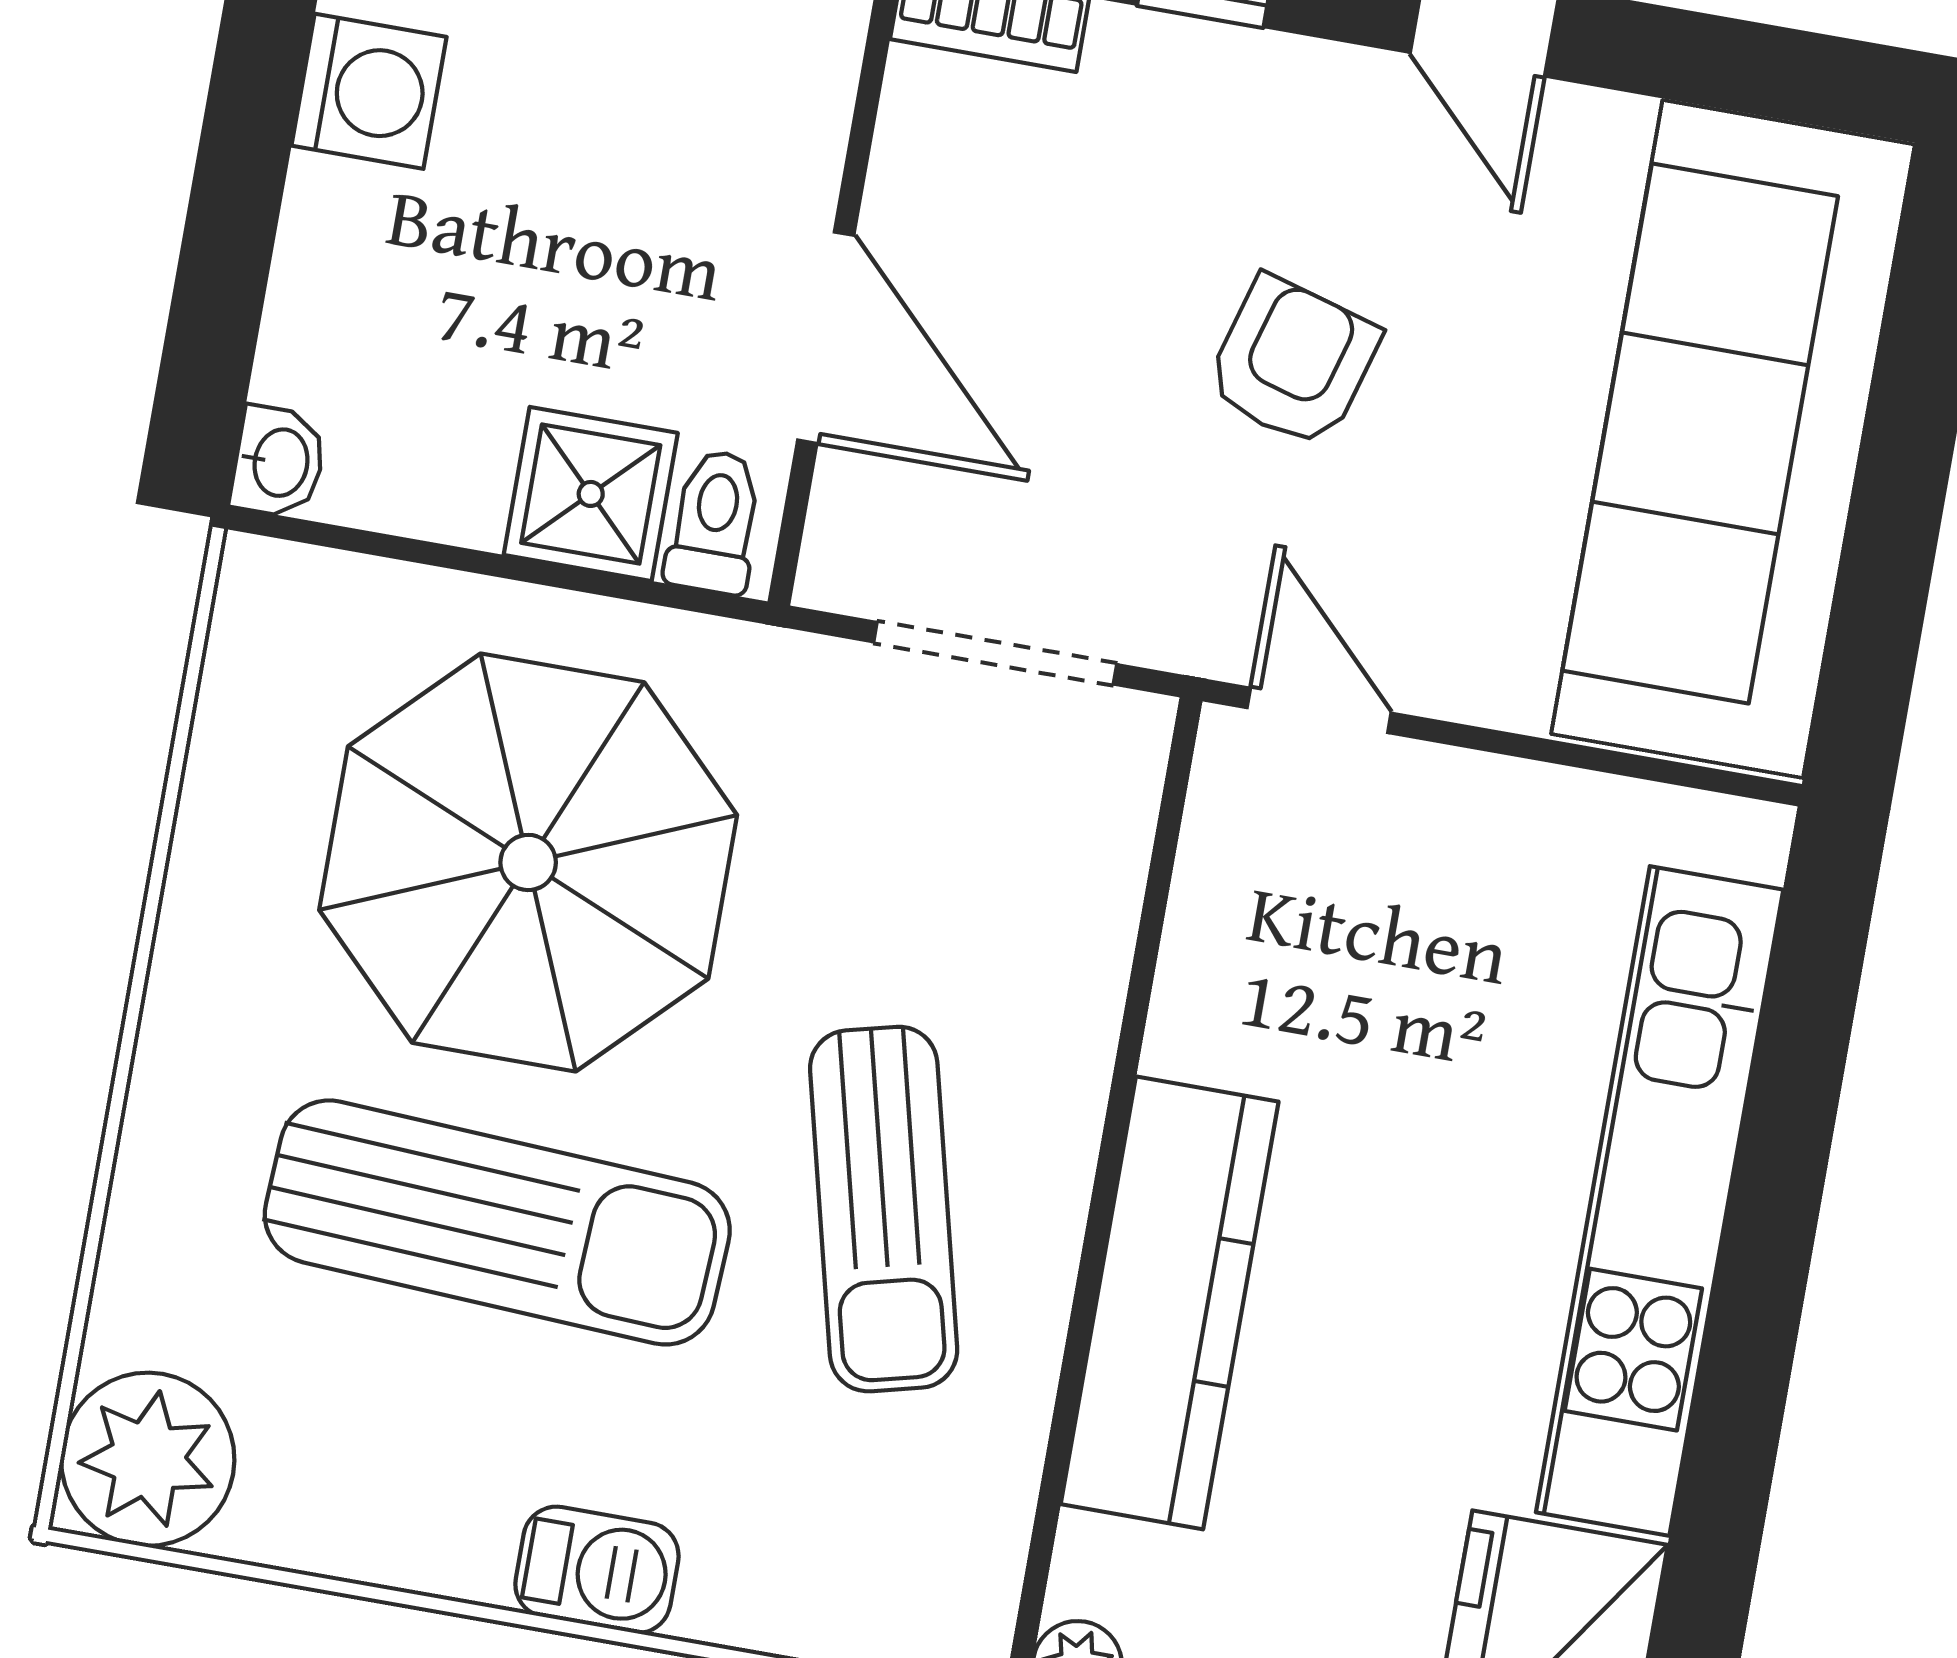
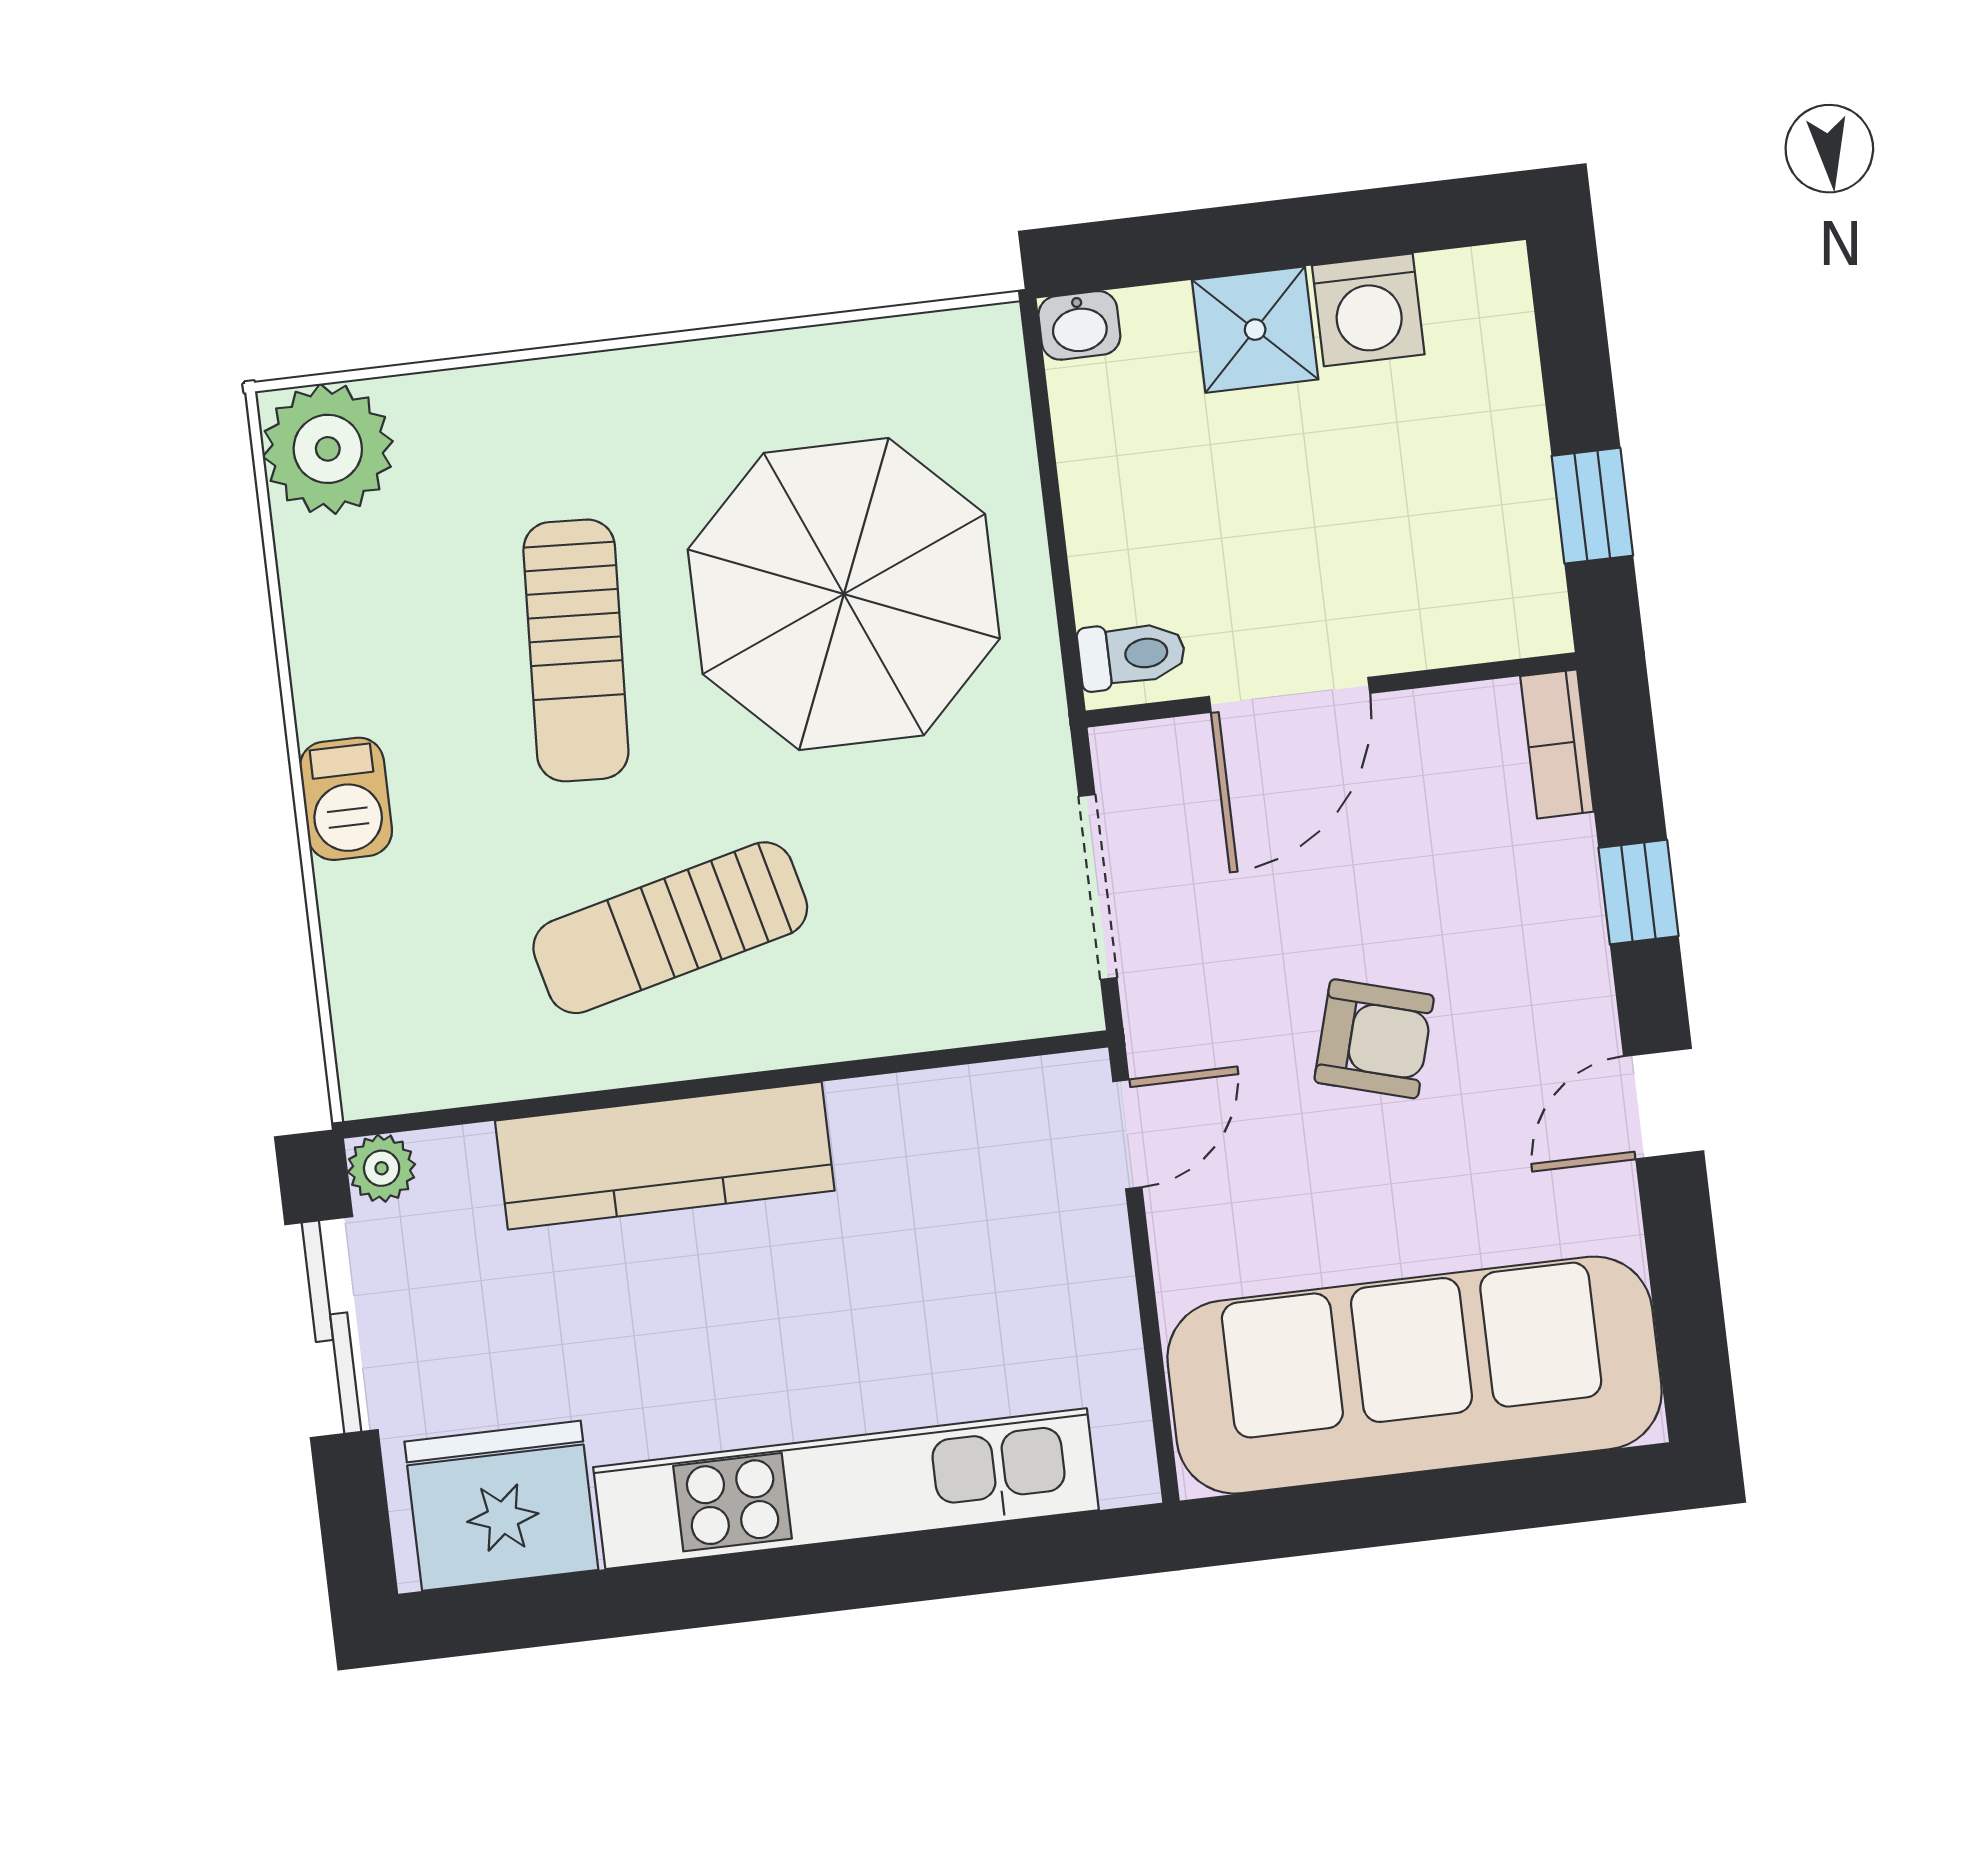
shower: (591, 494) -> (1255, 330), moved
sun lounger: (497, 1222) -> (576, 650), width x0.73, depth x0.75

